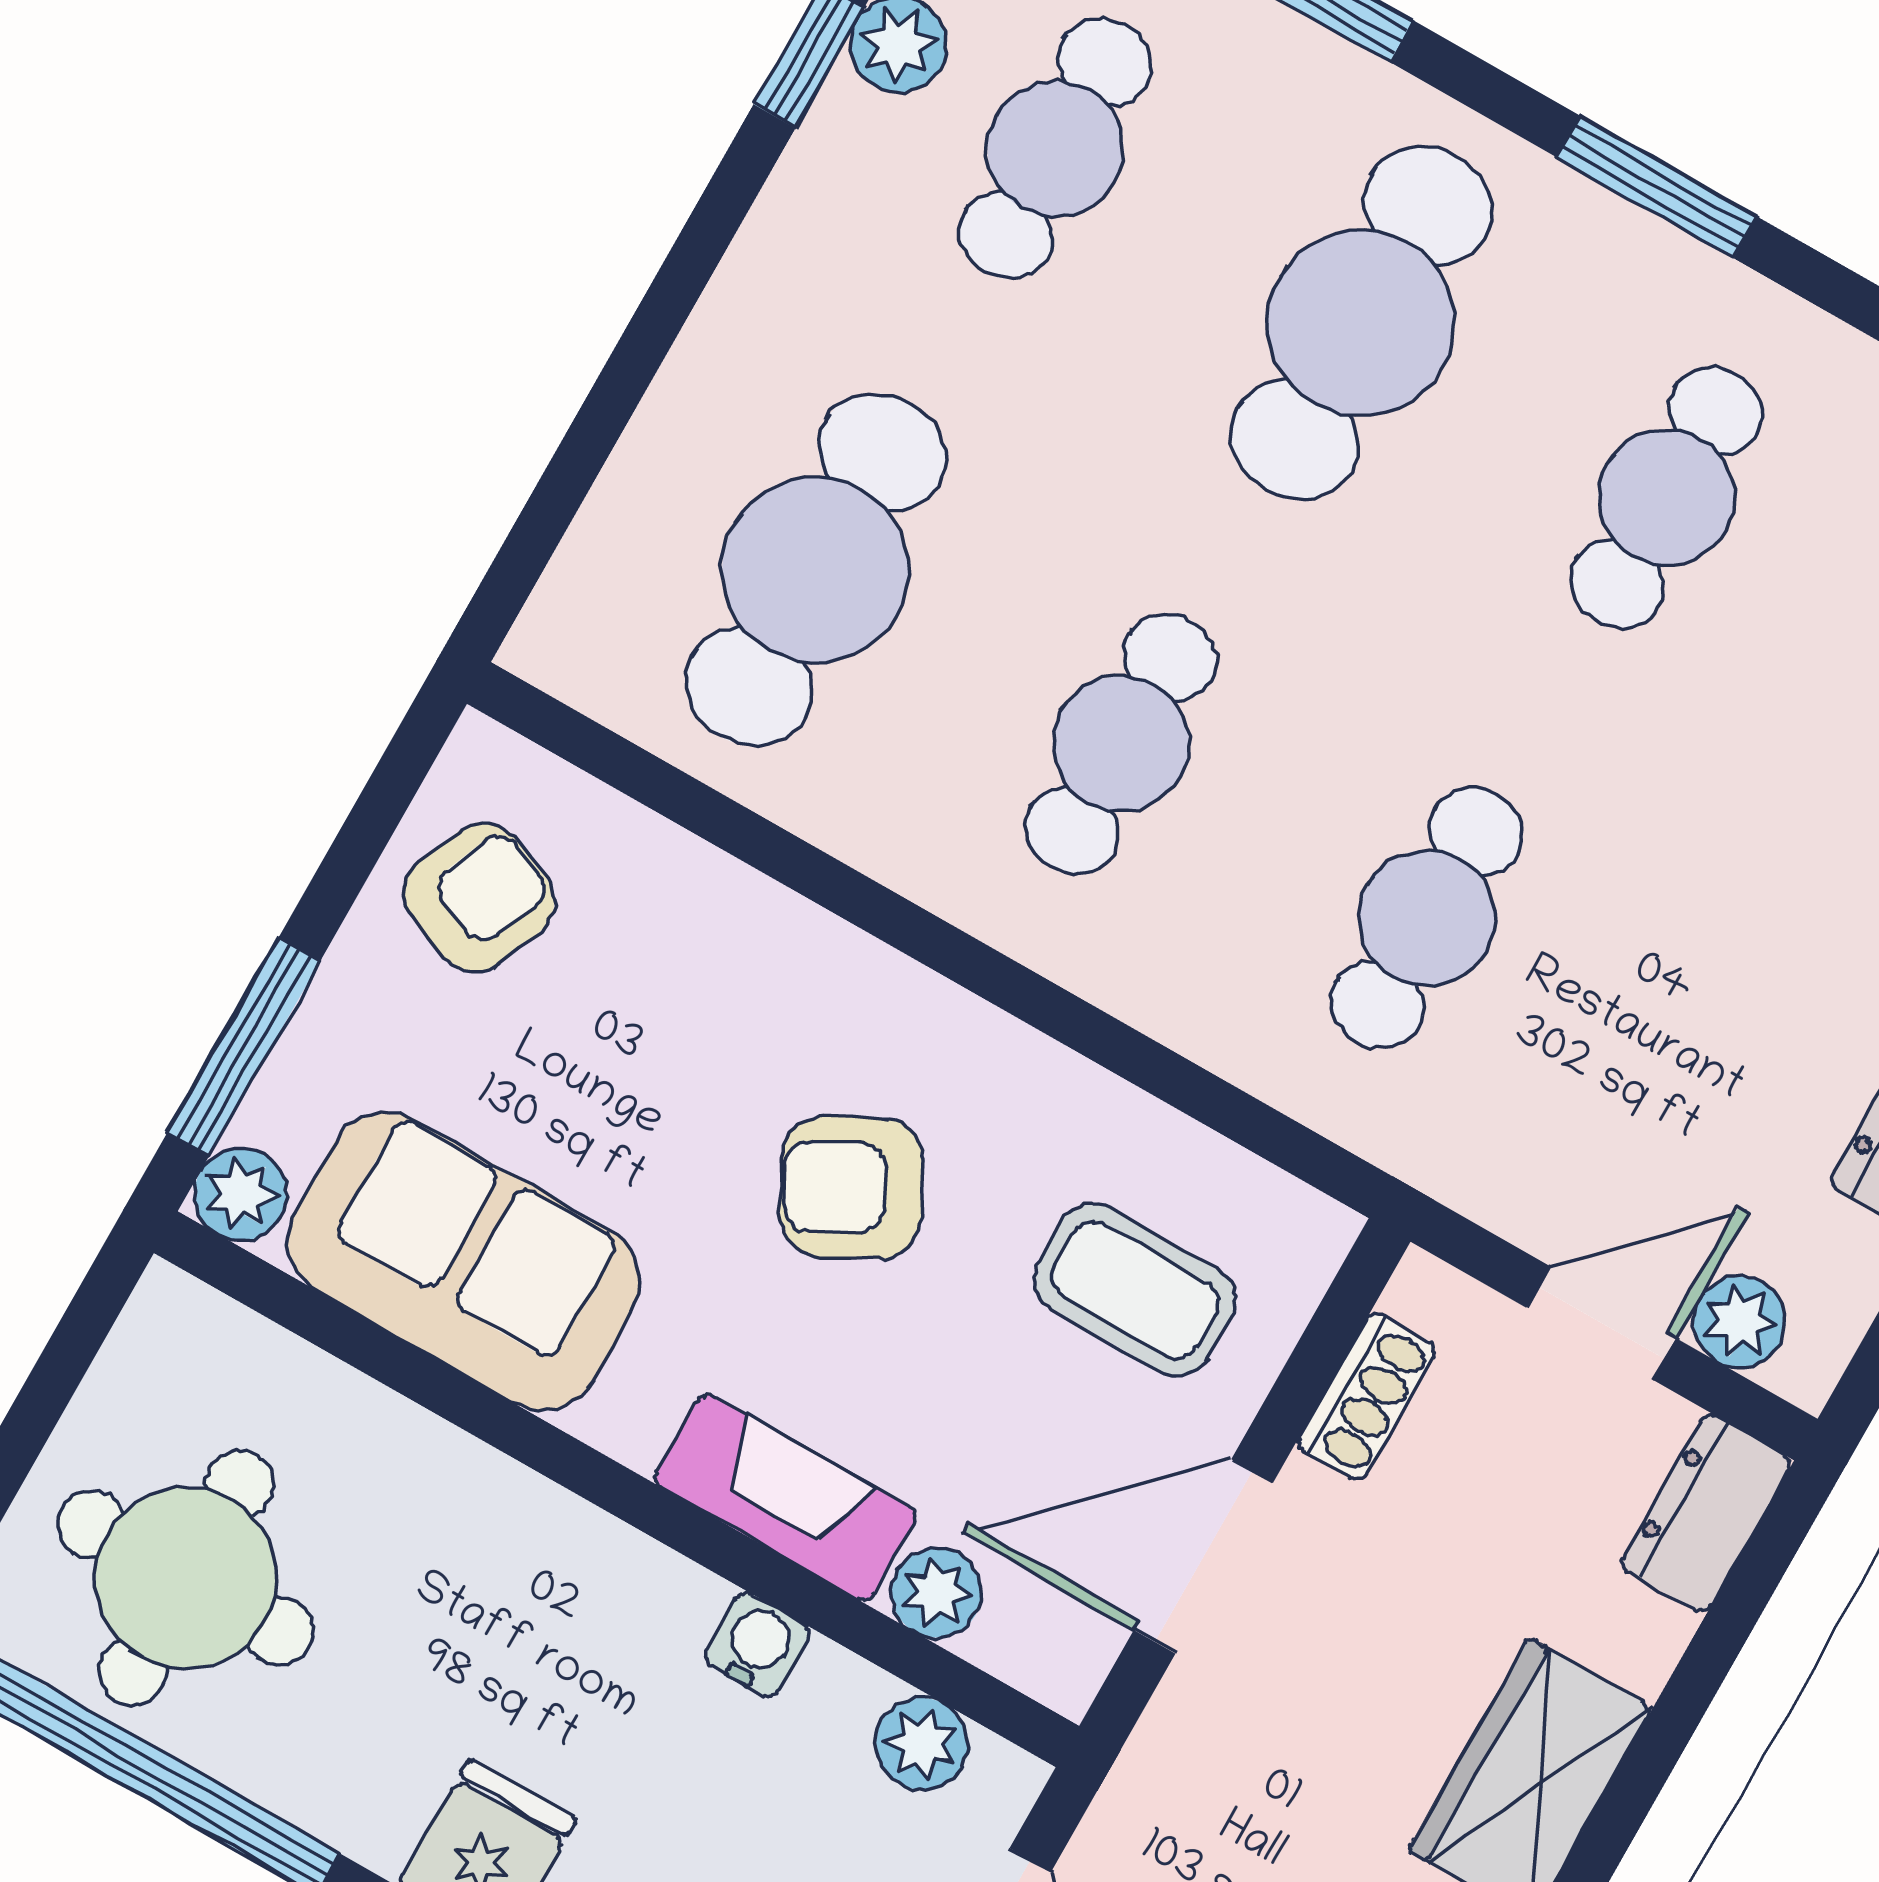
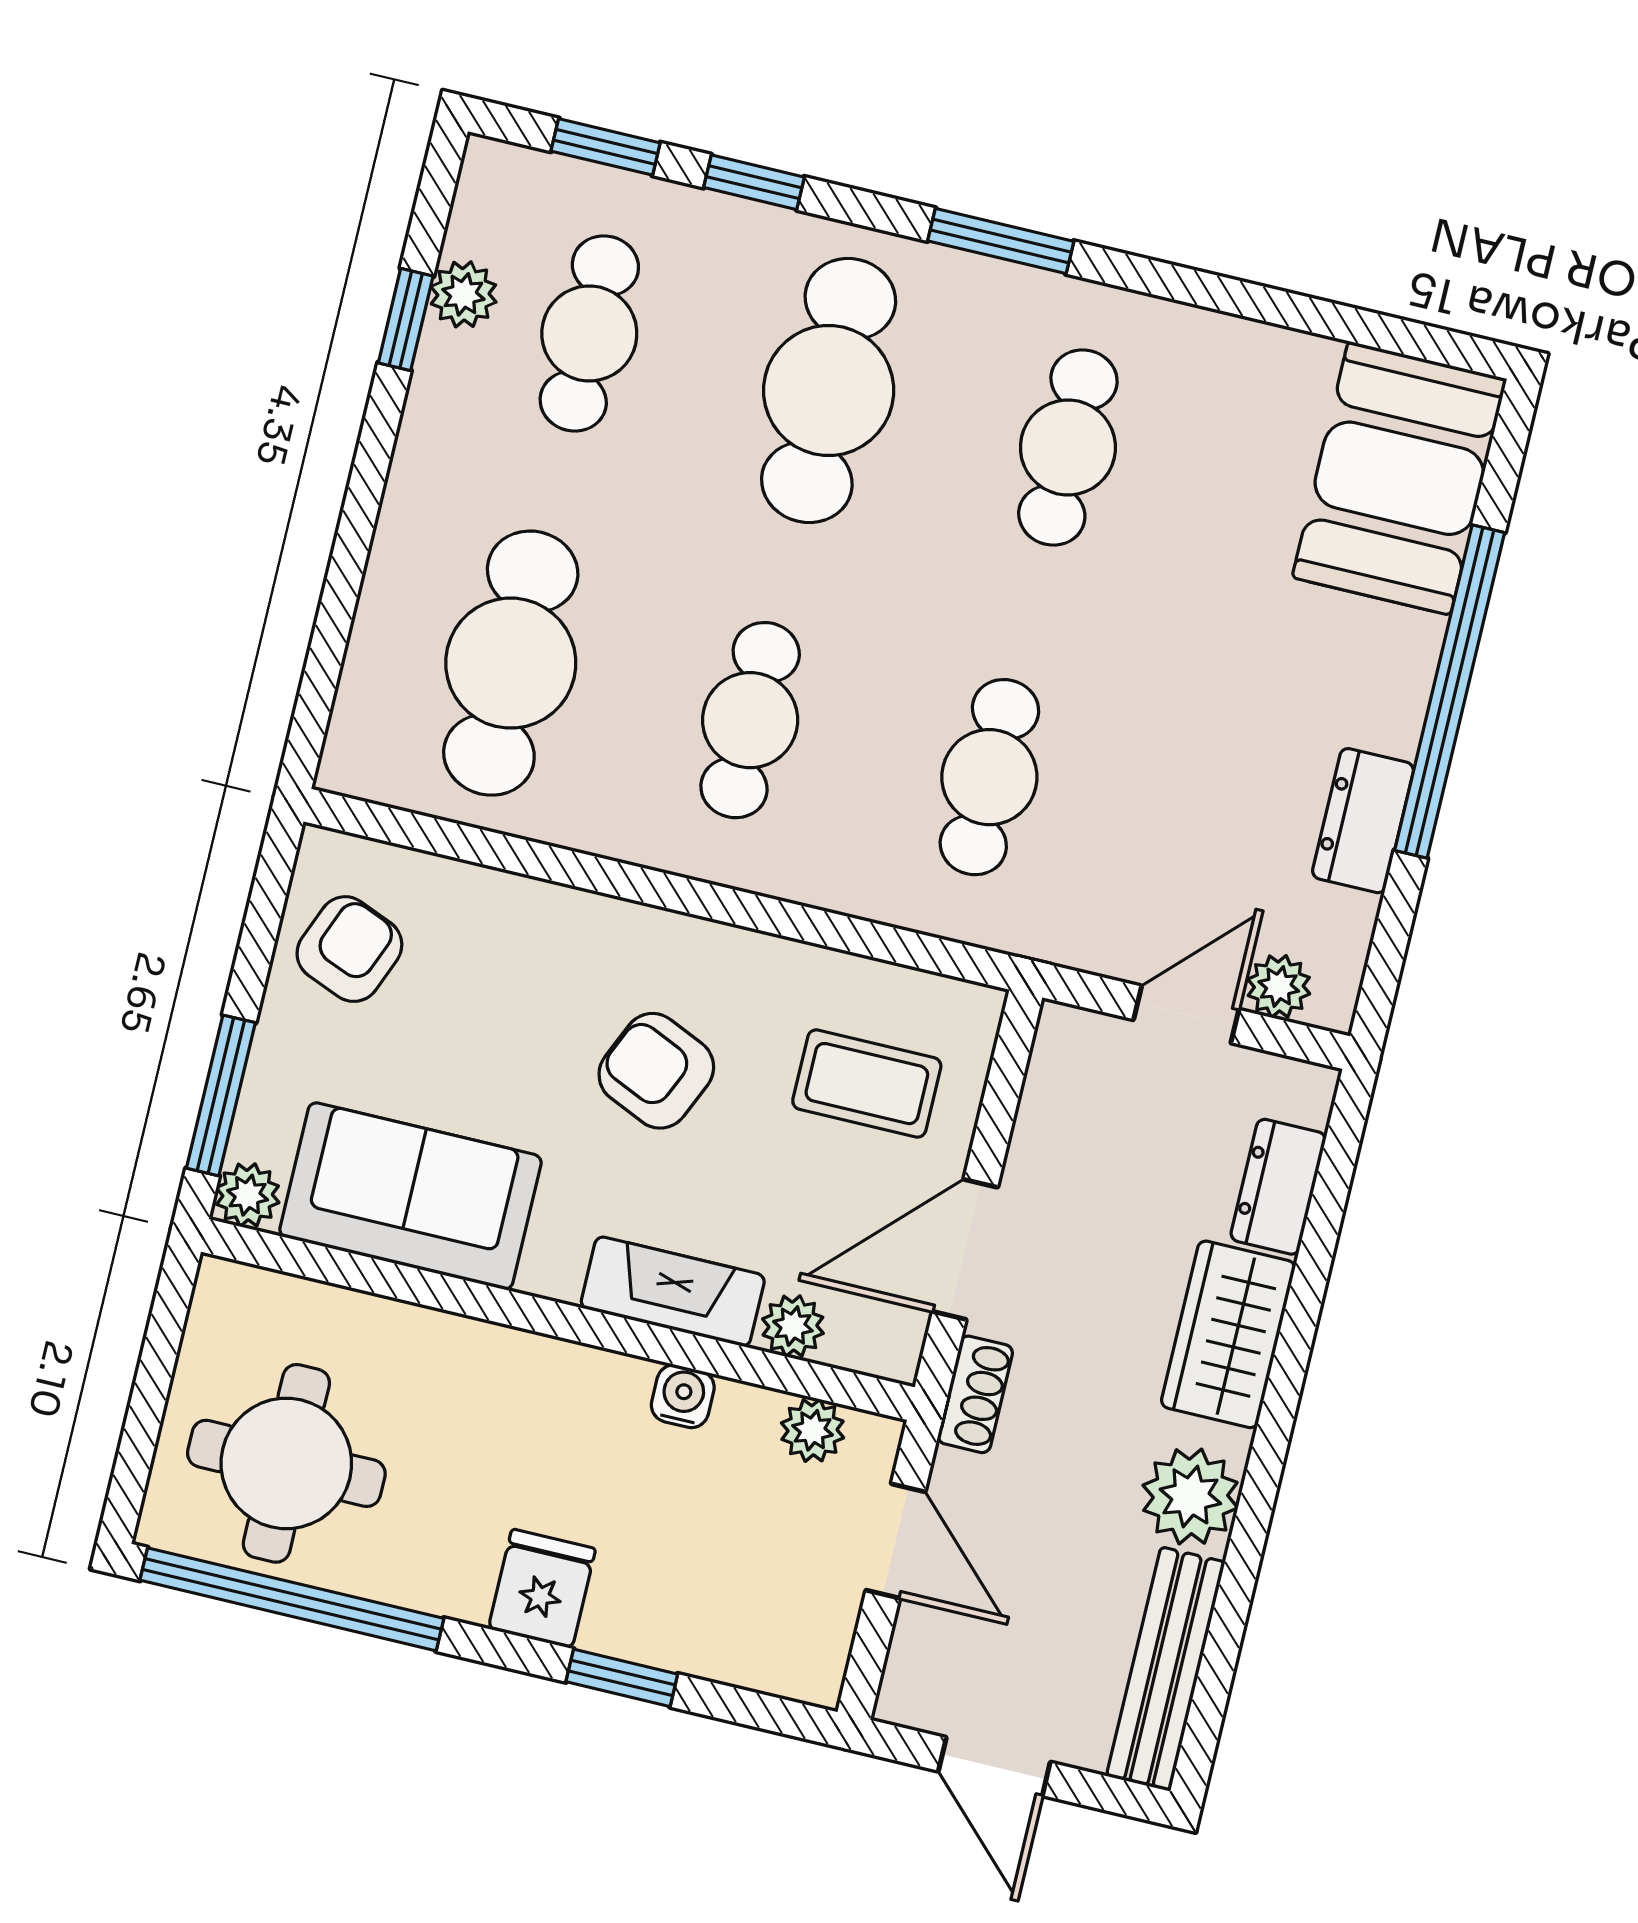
armchair: (851, 1188) -> (656, 1071), turned 52
shoe rack: (1366, 1396) -> (975, 1394), moved
dresser: (1706, 1513) -> (1278, 1187), moved

